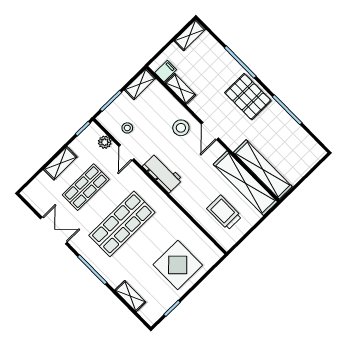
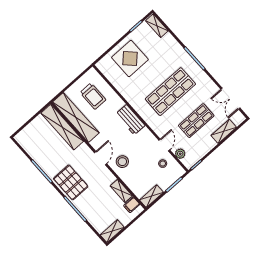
shelving: (60, 163) -> (224, 131), moved
workbench: (162, 173) -> (130, 120), moved
double door: (54, 231) -> (230, 99), moved
shelving: (130, 296) -> (157, 26), moved

